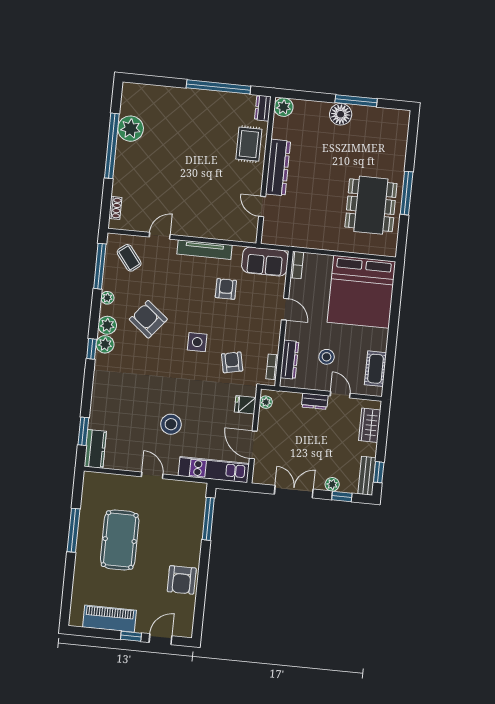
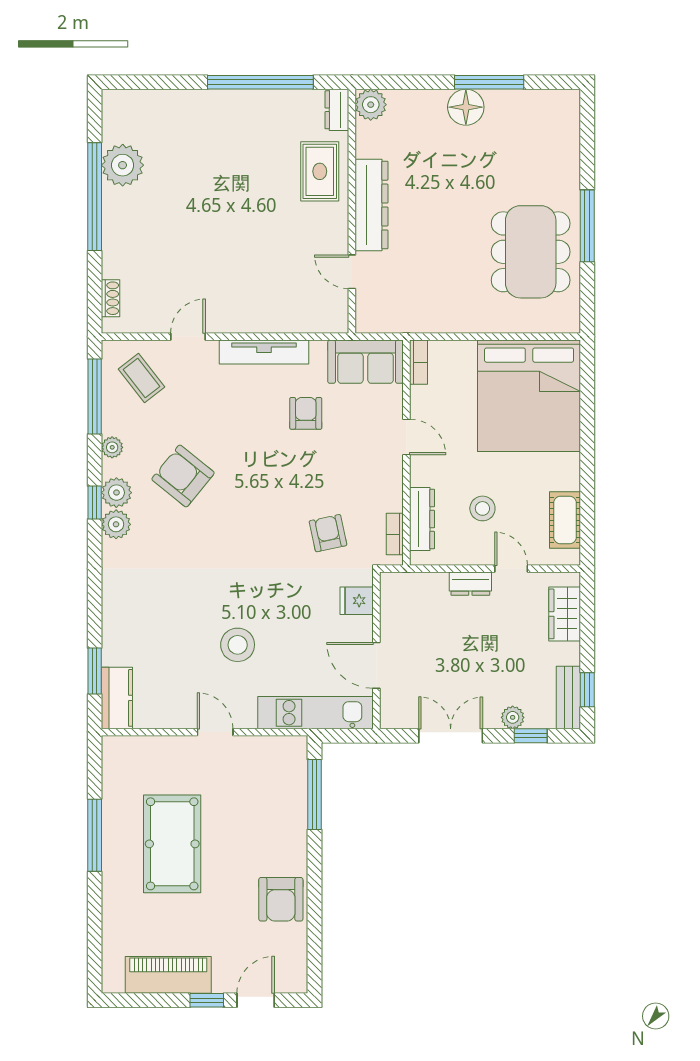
side table: (197, 342) -> (267, 506), removed
window: (92, 349) -> (95, 503), moved
plant: (266, 402) -> (390, 593), removed

